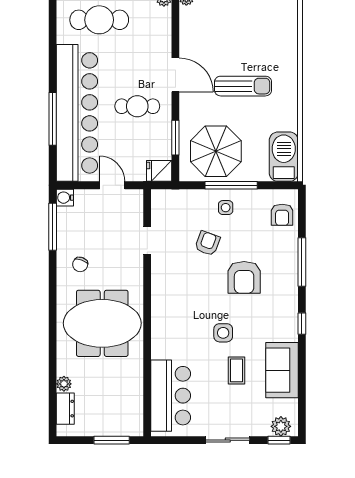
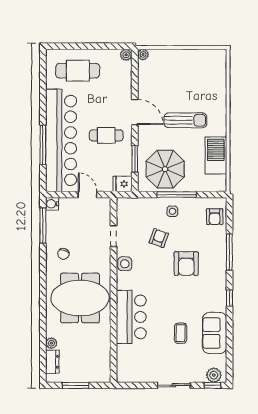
barbecue: (284, 157) -> (216, 155), moved
side table: (223, 333) -> (125, 264), moved
bar counter: (171, 396) -> (131, 317), moved
window: (112, 440) -> (76, 385), moved

